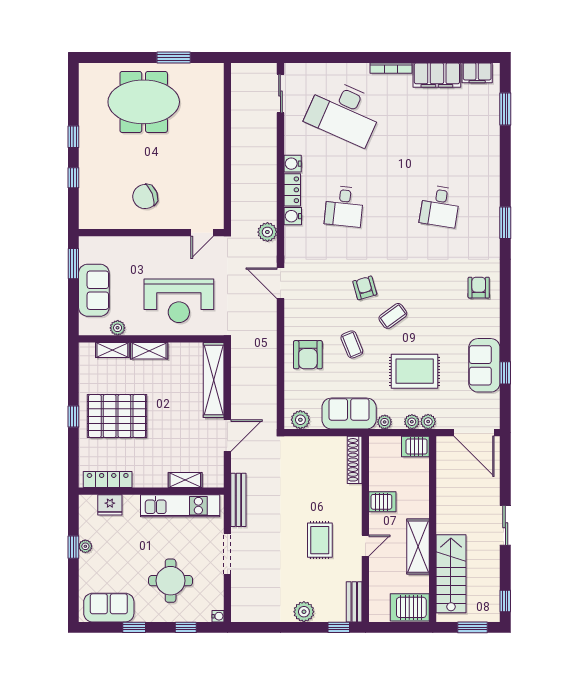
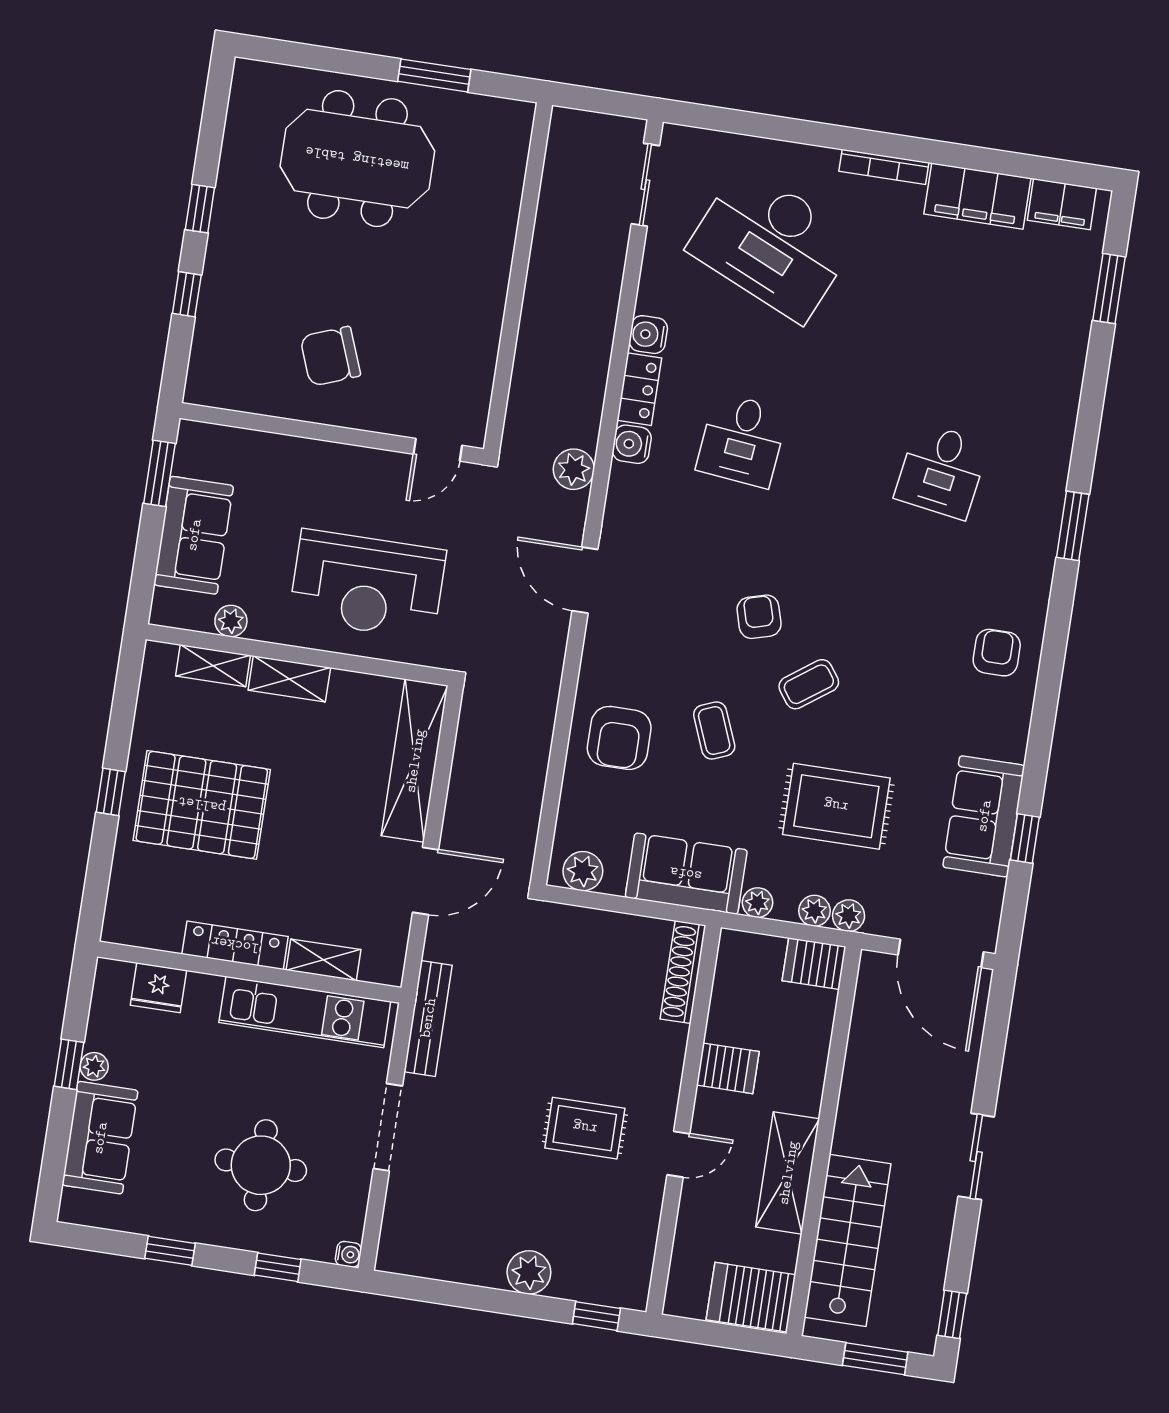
locker: (108, 479) -> (235, 945), moved
rug: (320, 540) -> (585, 1128), turned 90
bench: (354, 602) -> (637, 1268), removed
sofa: (109, 608) -> (100, 1138), moved, turned 90

